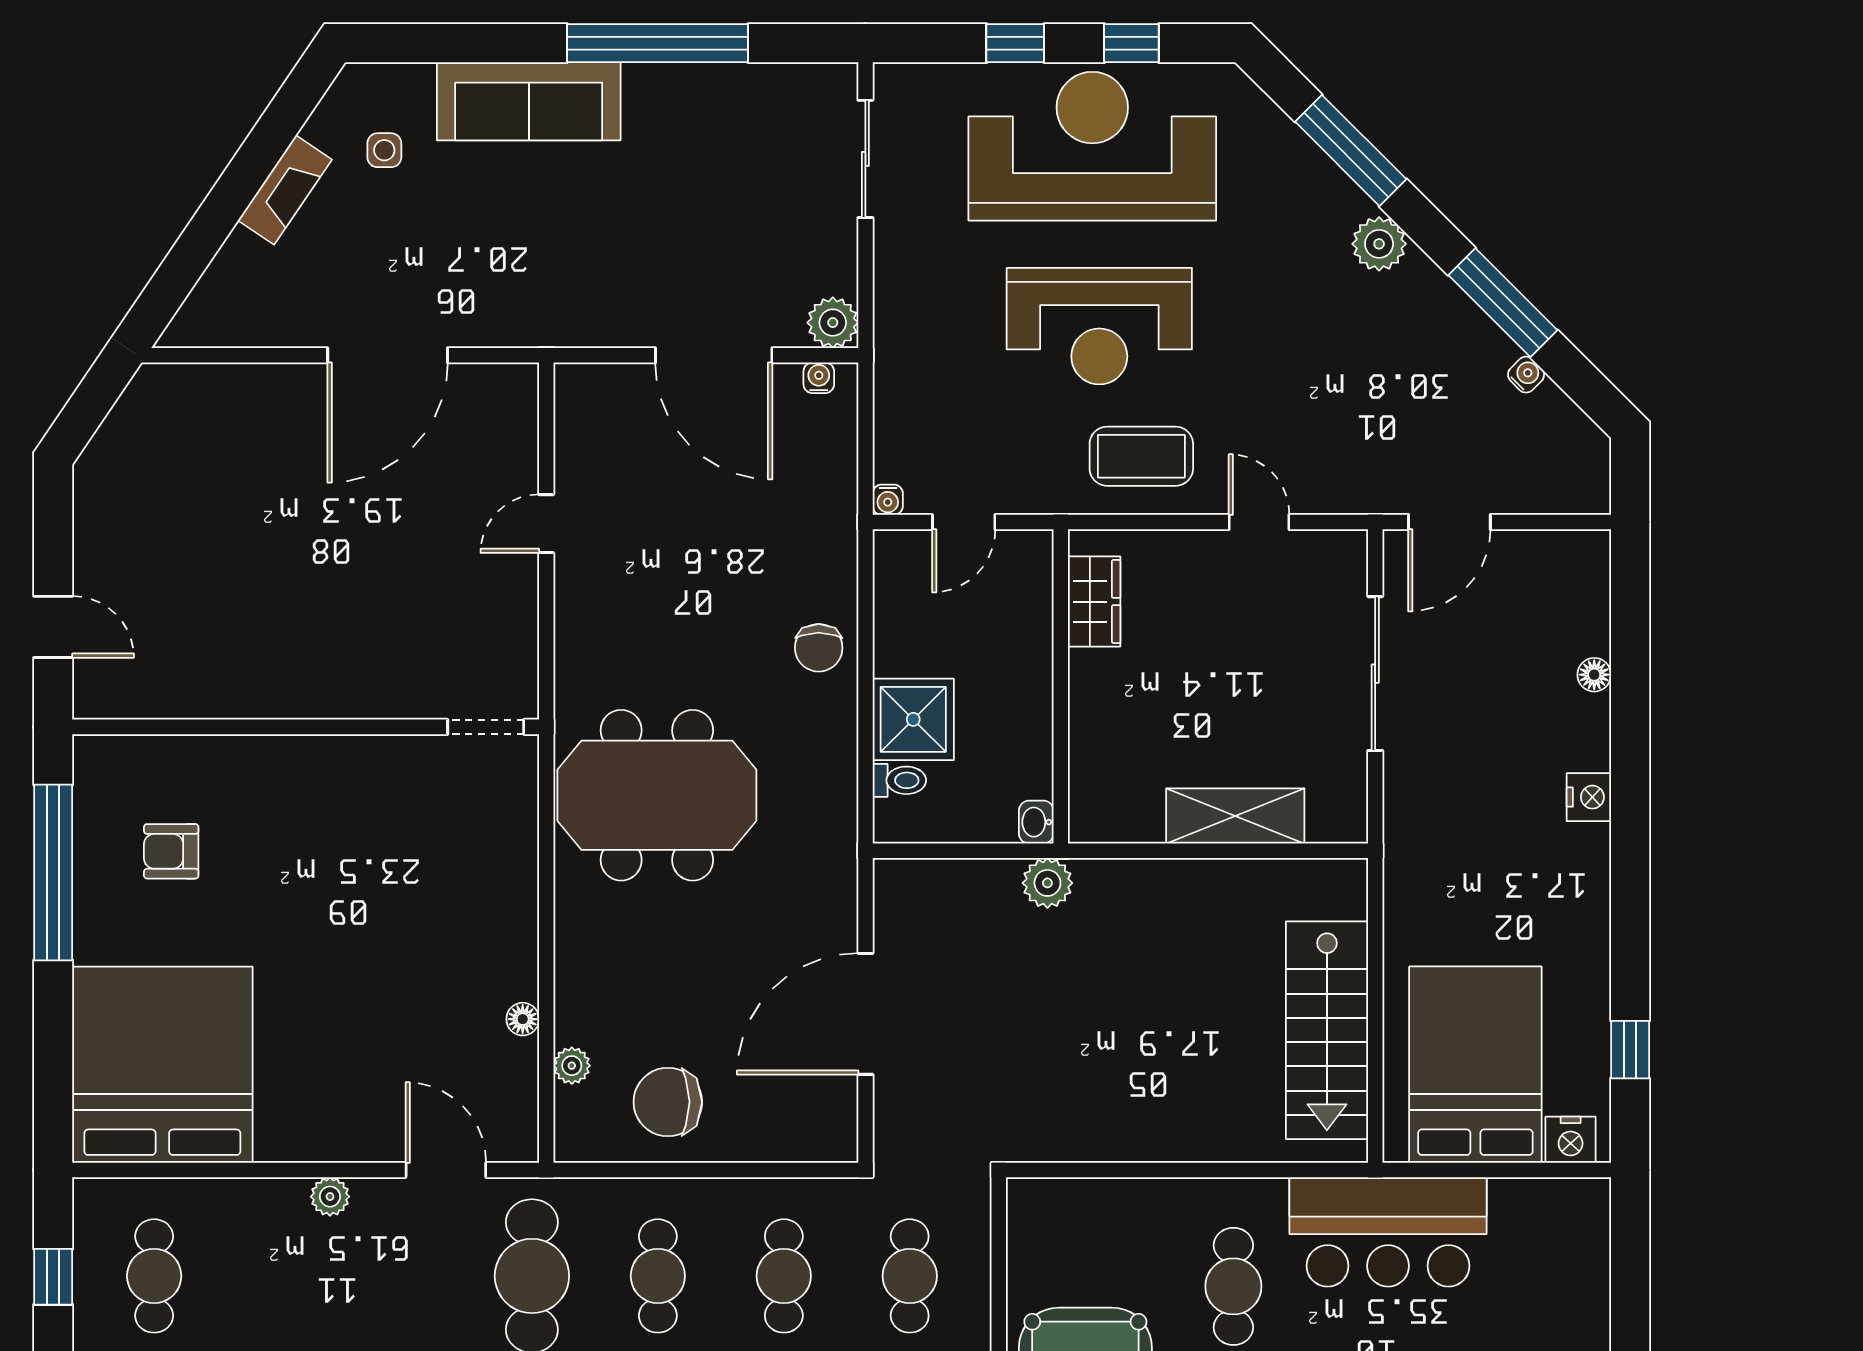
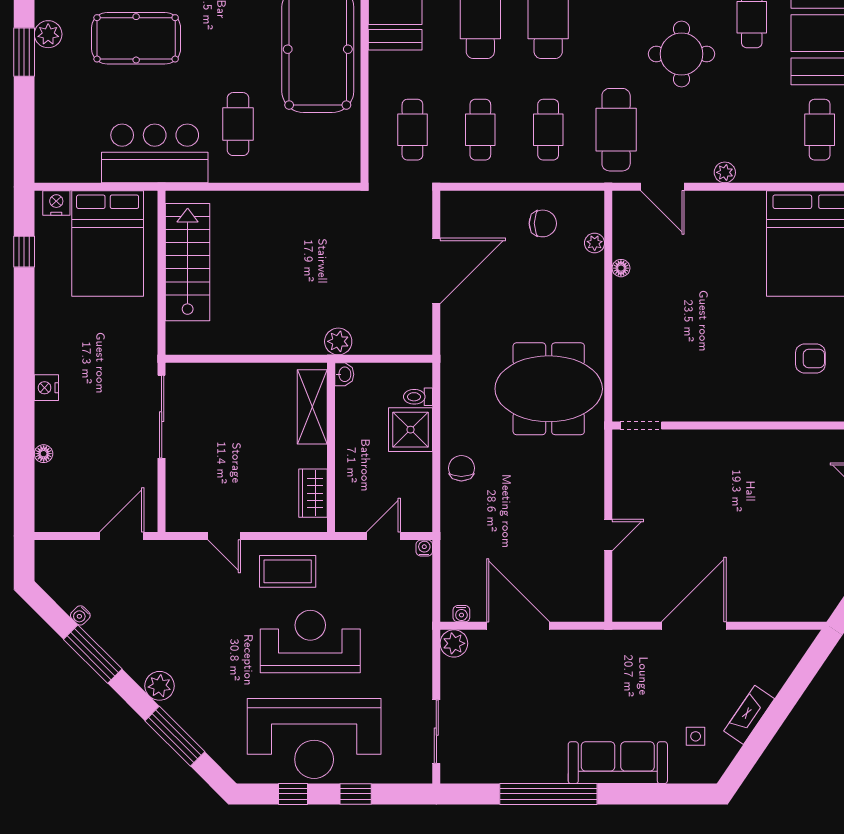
sliding door: (1375, 674) -> (162, 417), moved
shelving: (1235, 816) -> (312, 407), moved, turned 90
chair: (668, 1102) -> (543, 223), width x0.73, depth x0.73

